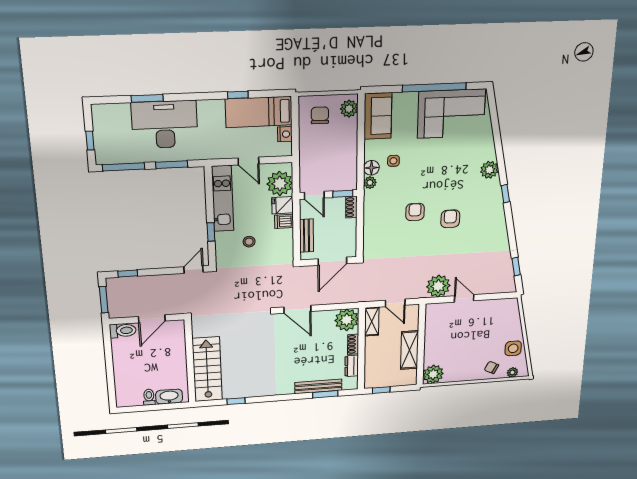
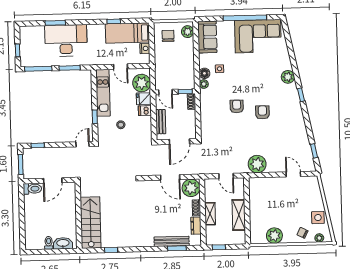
door: (464, 298) -> (293, 174), moved
door: (297, 309) -> (170, 177), moved
shelving: (372, 322) -> (210, 214), moved
plant: (433, 374) -> (274, 236), moved

